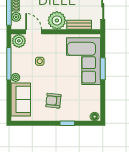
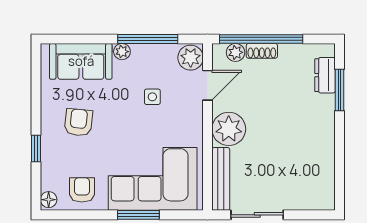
bench: (79, 25) -> (221, 179), width x1.36
armchair: (89, 99) -> (82, 190), added

